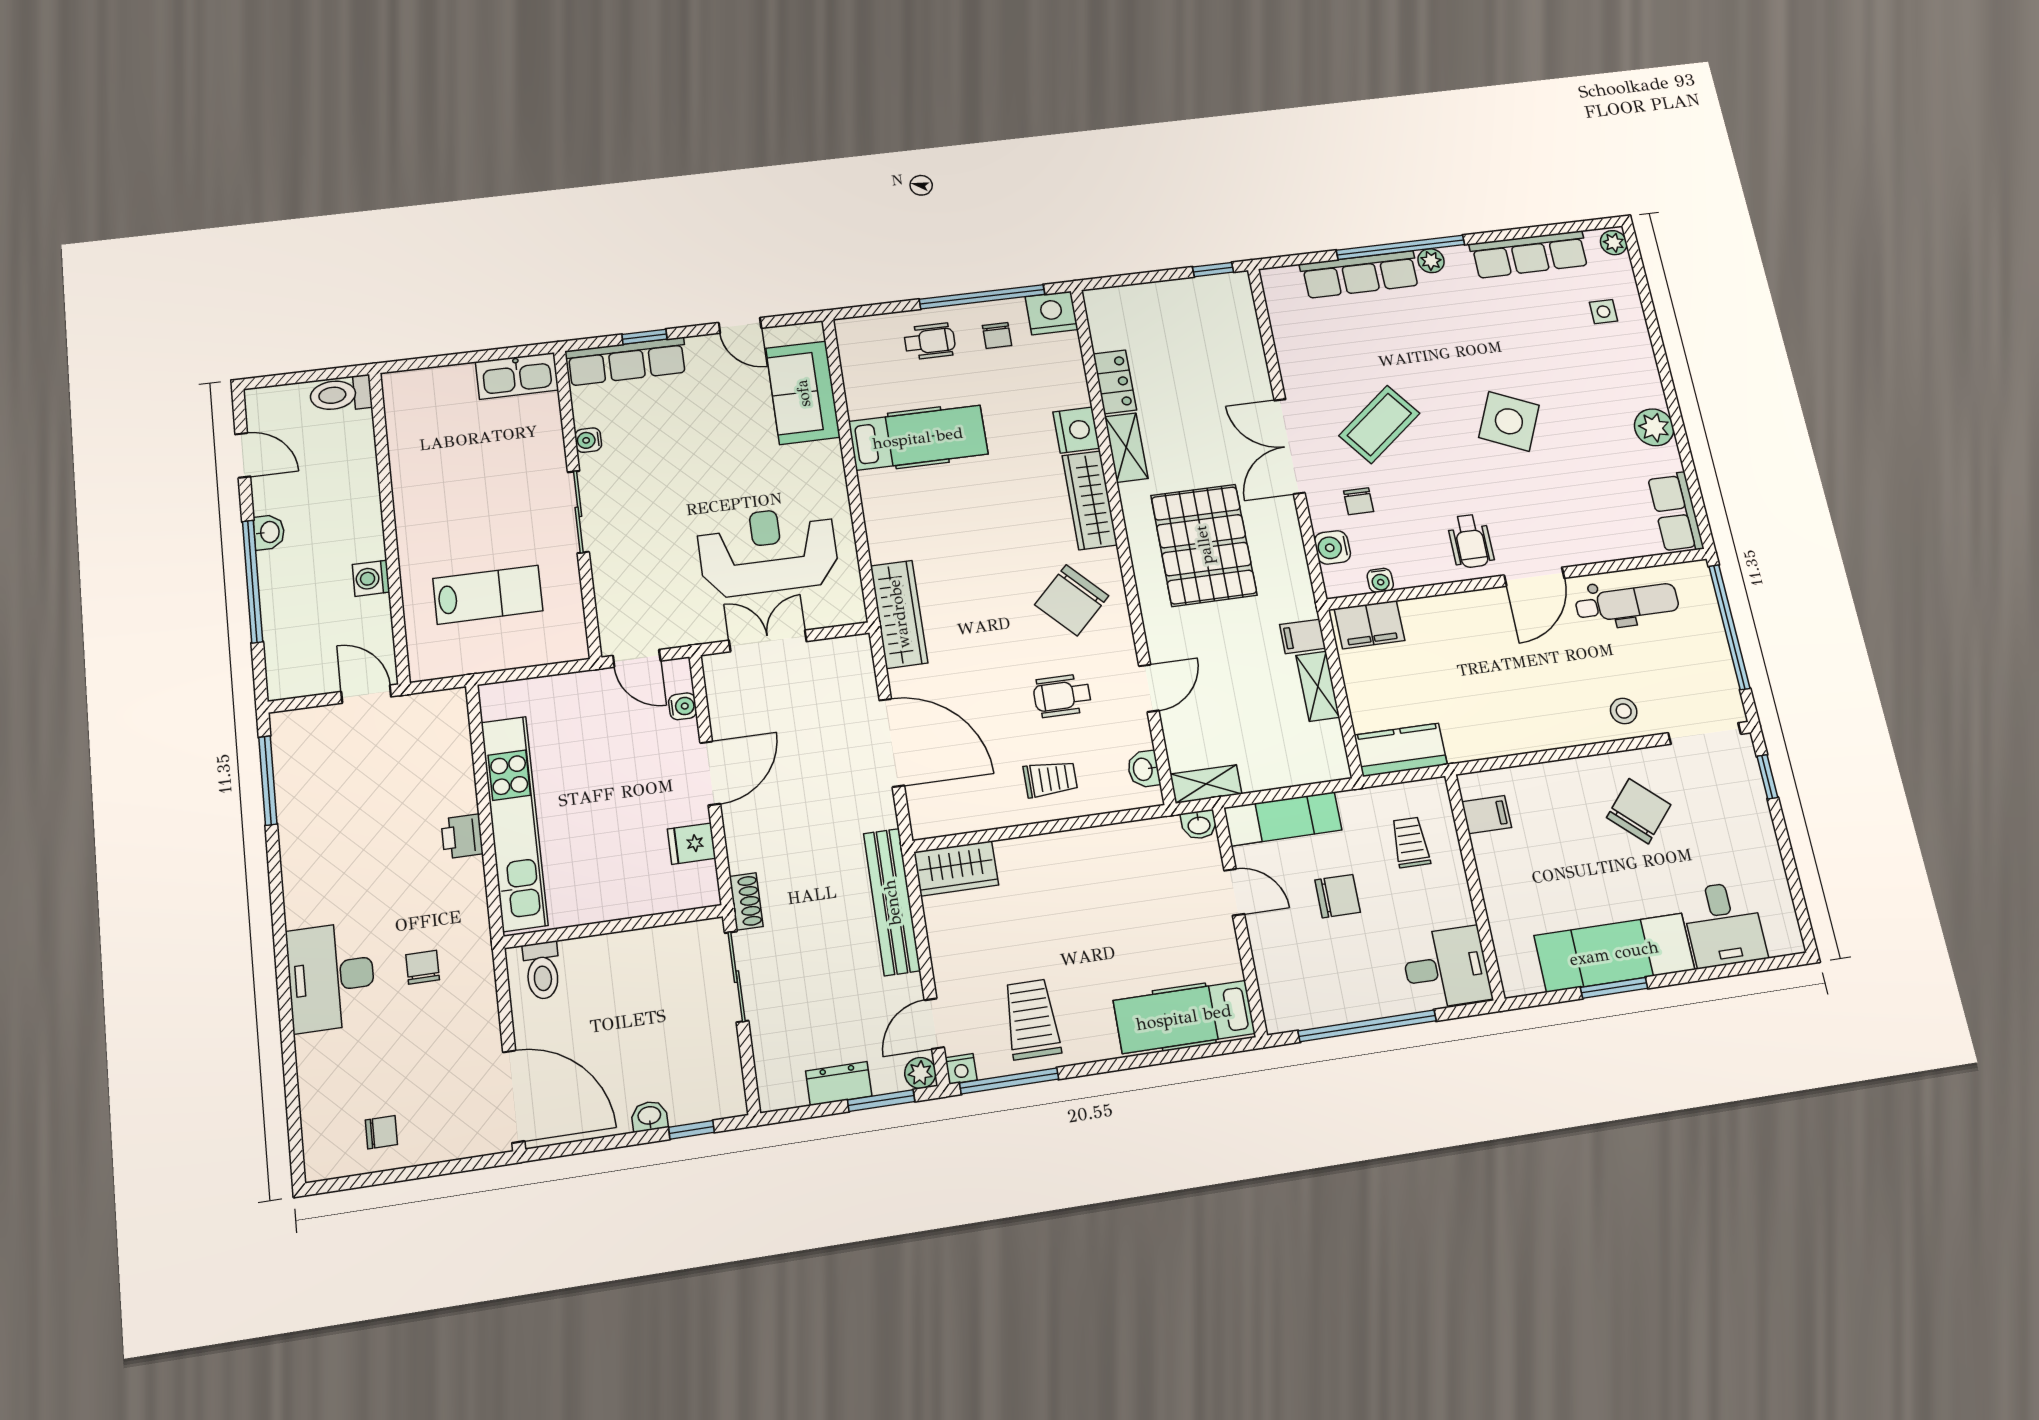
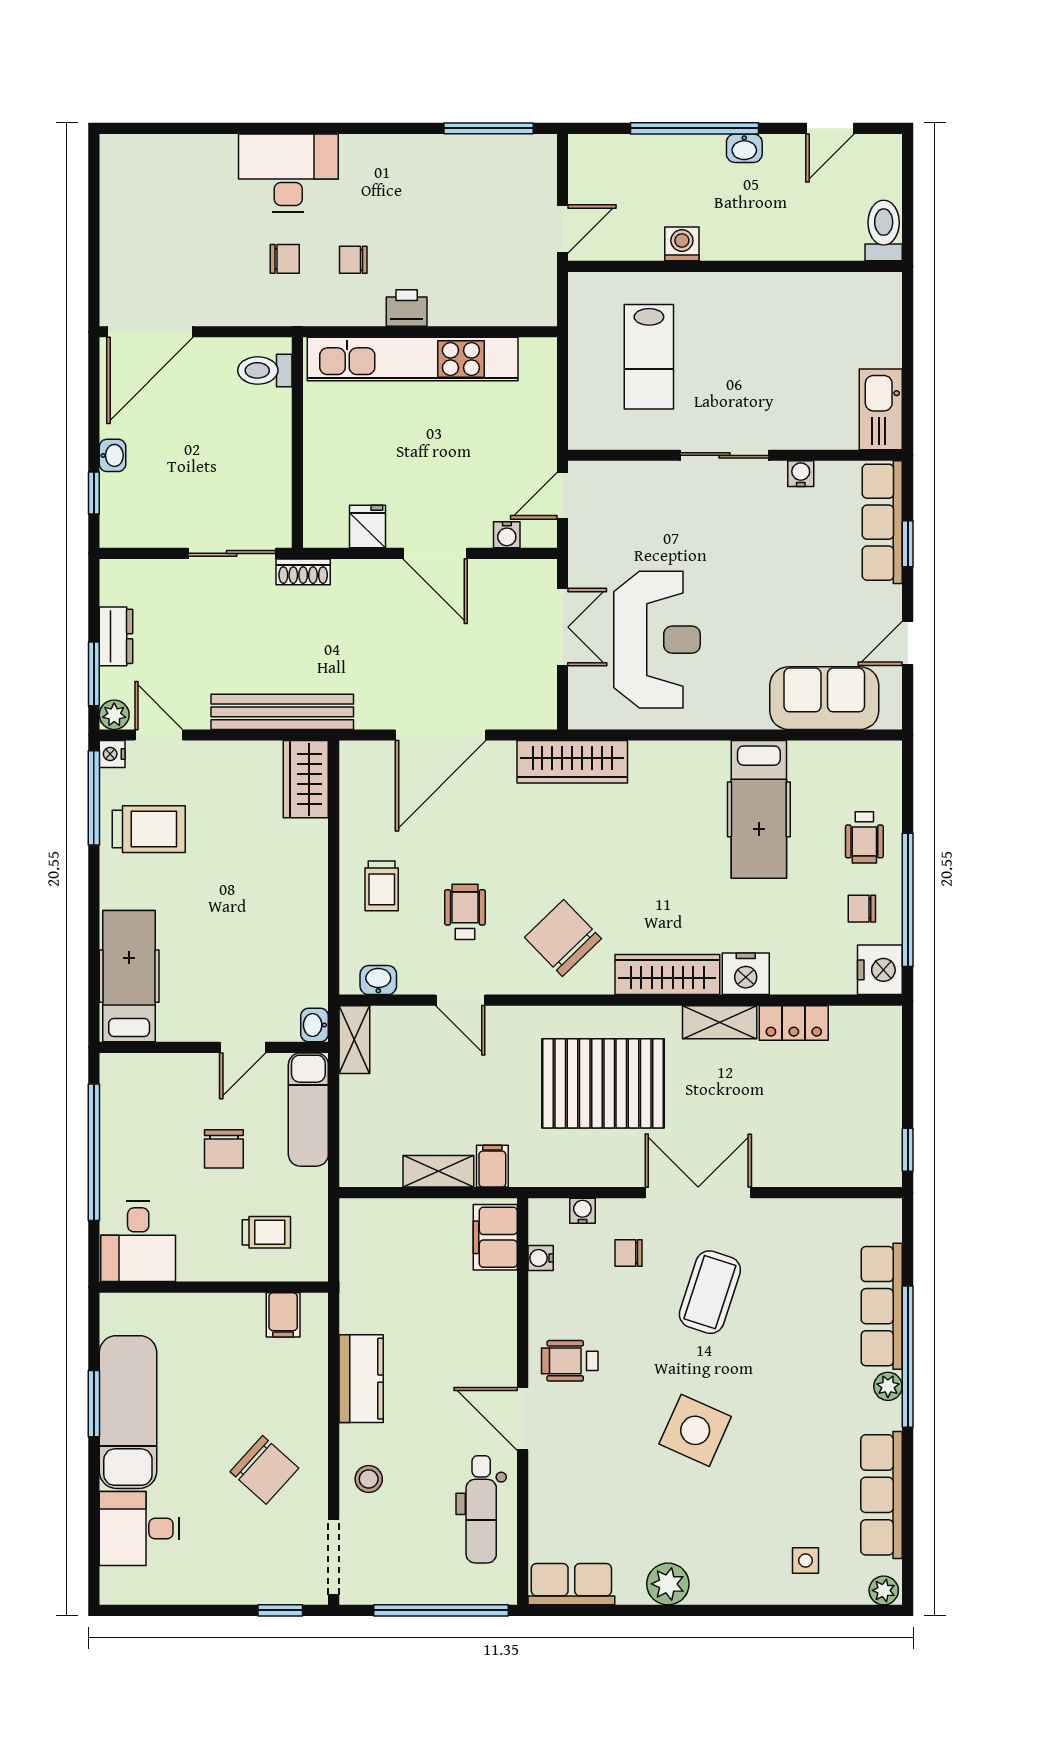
coffee table: (1379, 424) -> (710, 1292), turned 56
water cooler: (1332, 547) -> (582, 1211), width x0.72, depth x0.72
kitchen counter: (1401, 750) -> (361, 1379), moved
chair: (381, 1132) -> (353, 260), moved, turned 90

